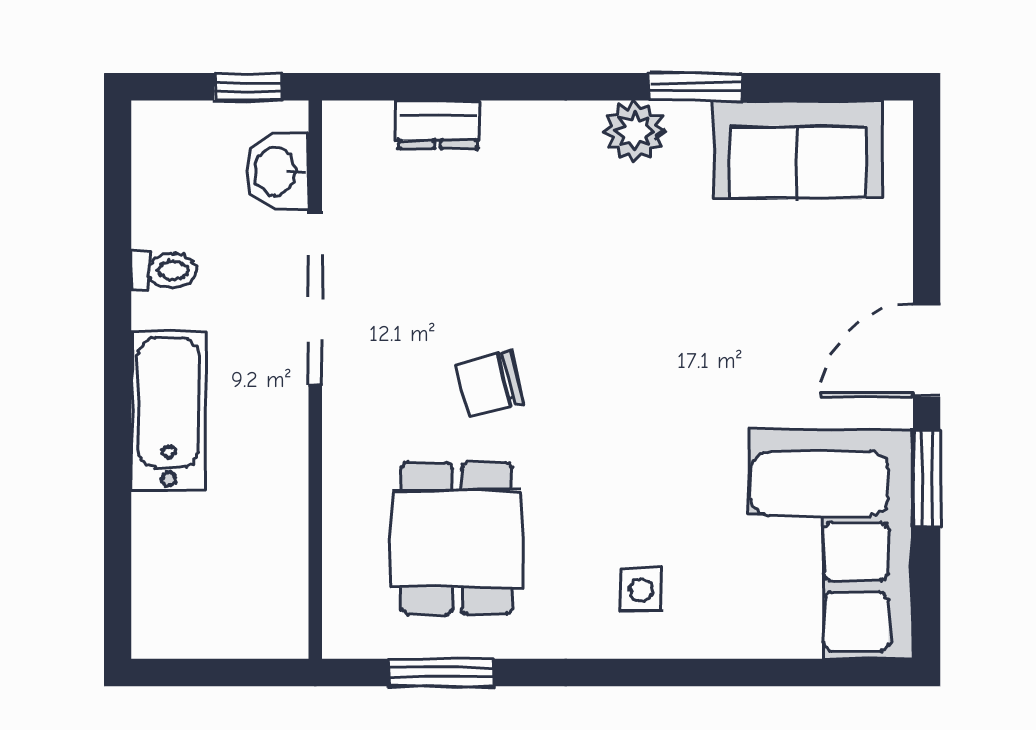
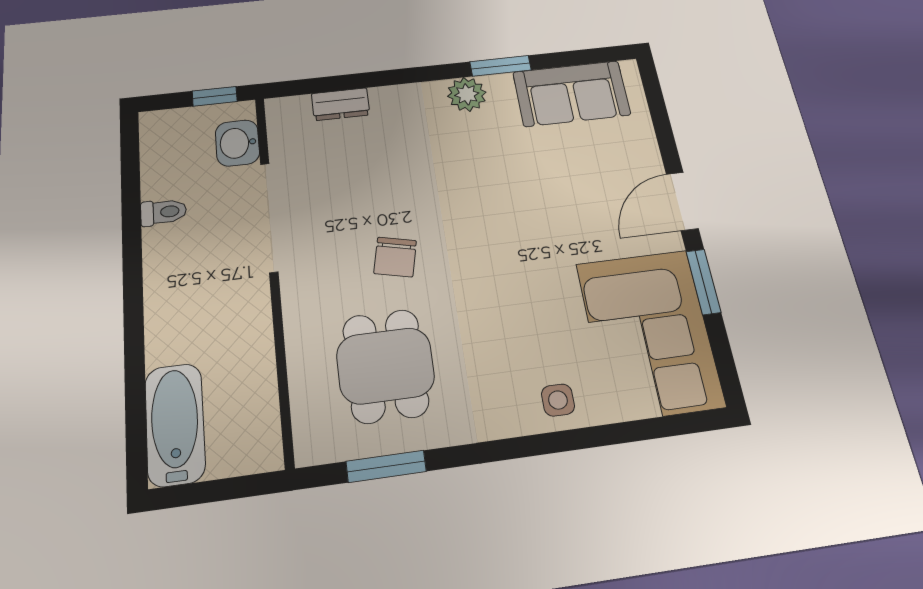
chair: (490, 383) -> (395, 257), turned -63
bathtub: (169, 411) -> (175, 424), moved
side table: (641, 590) -> (558, 400), moved

